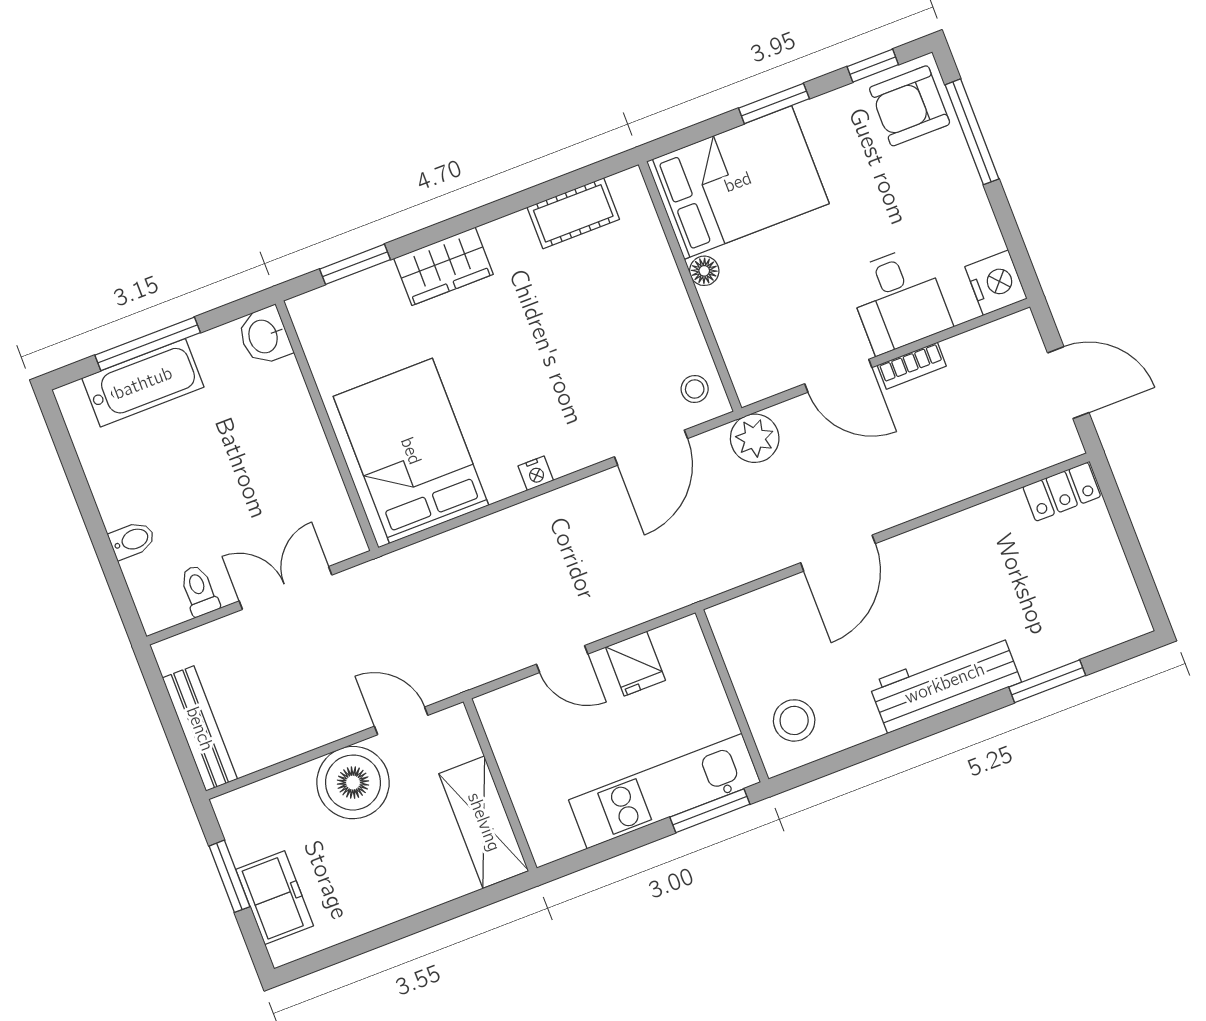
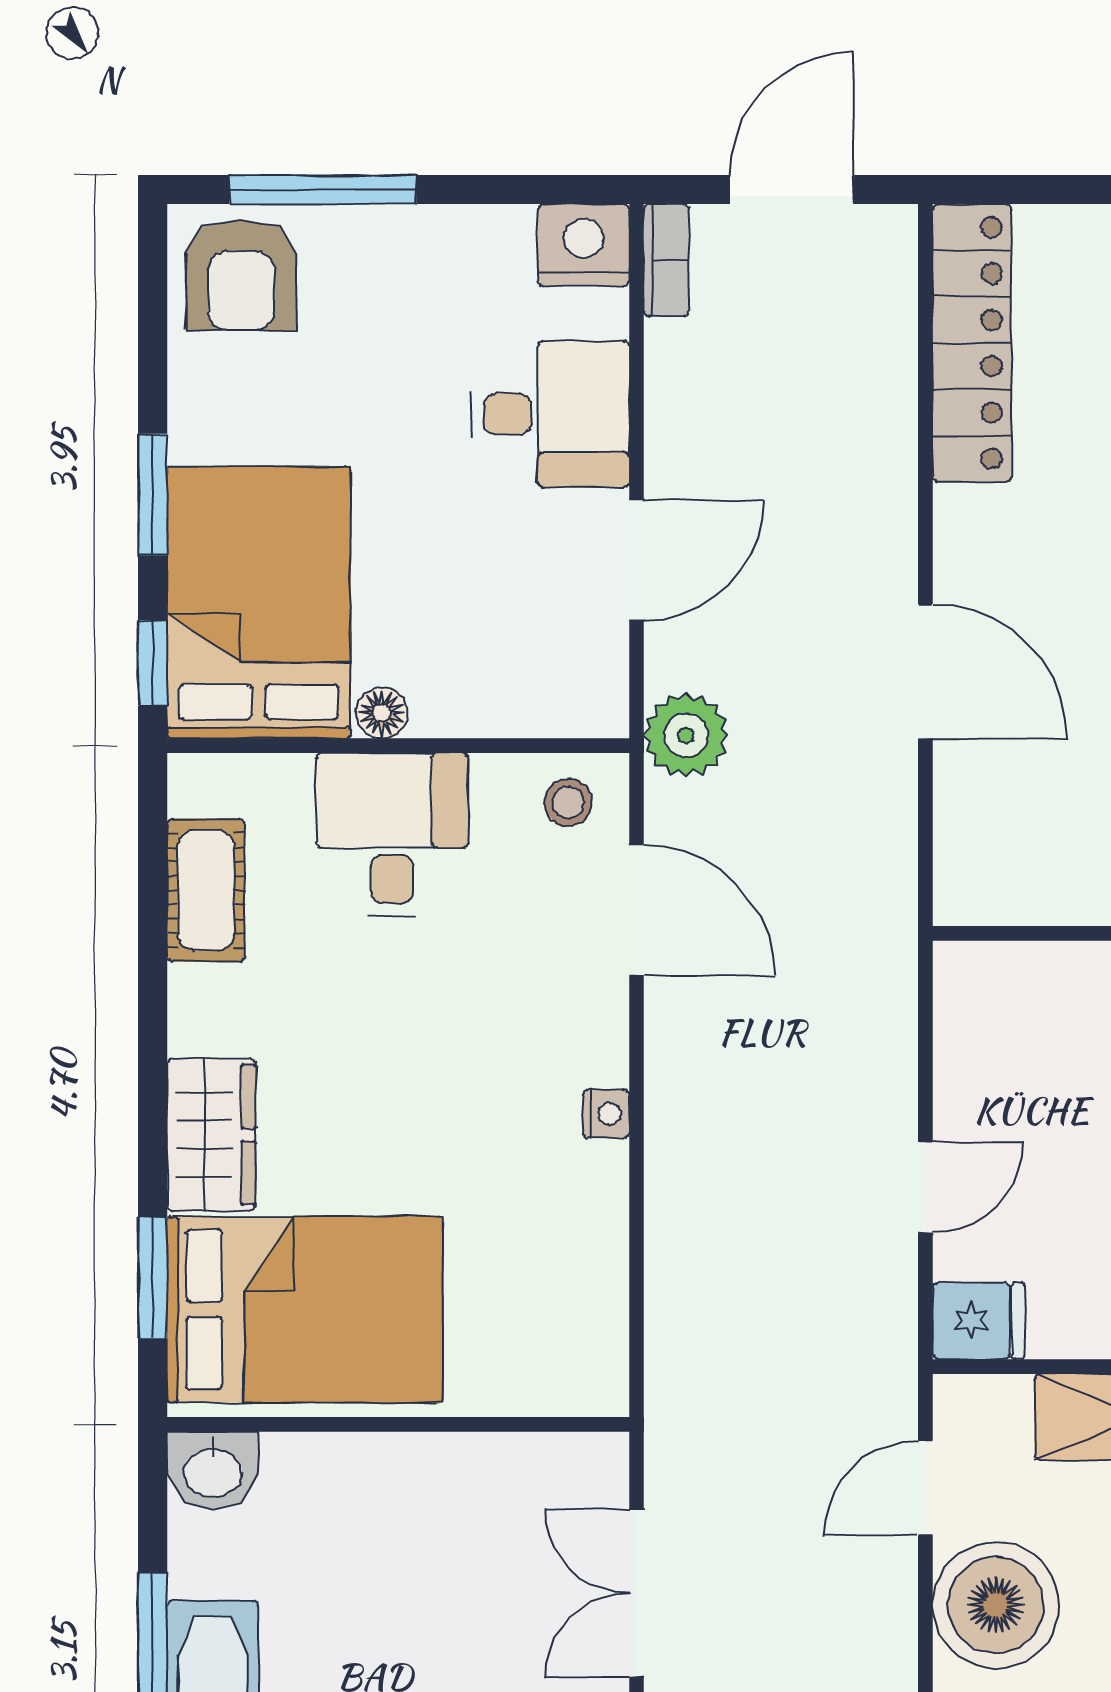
window: (873, 66) -> (153, 663), moved
desk: (641, 301) -> (392, 835), added
bookcase: (912, 366) -> (666, 260), moved
bed: (411, 451) -> (305, 1310), moved, turned 180
locker: (1062, 492) -> (972, 343), width x2.16, depth x1.21
fridge: (635, 664) -> (979, 1321), moved

